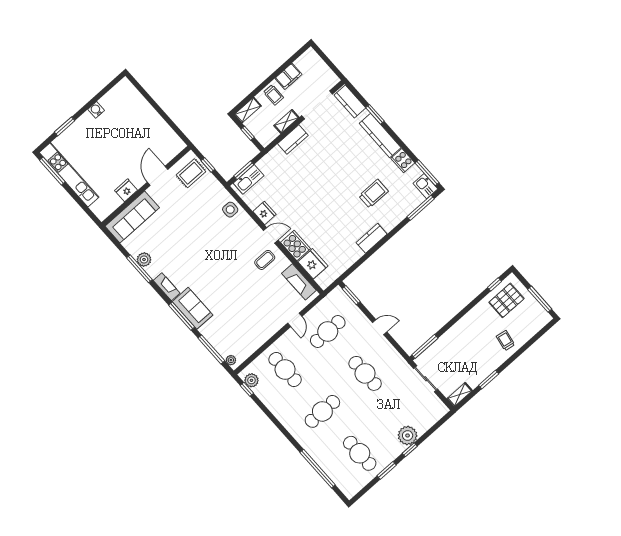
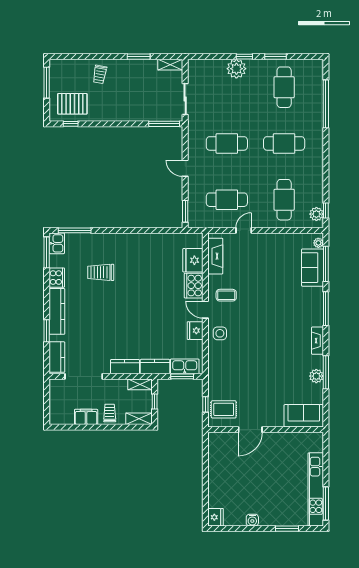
shelving: (286, 122) -> (140, 384), moved
fridge: (126, 190) -> (216, 517), moved, turned -90
side table: (230, 210) -> (220, 333), moved
sofa: (132, 217) -> (304, 416), width x0.73
kitchen counter: (372, 238) -> (155, 367), moved, turned 180
sofa: (193, 308) -> (313, 268), moved
cafe table: (365, 373) -> (227, 143), turned 90

